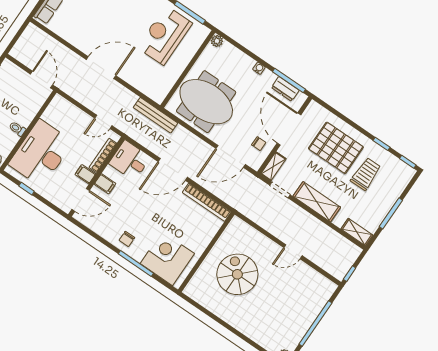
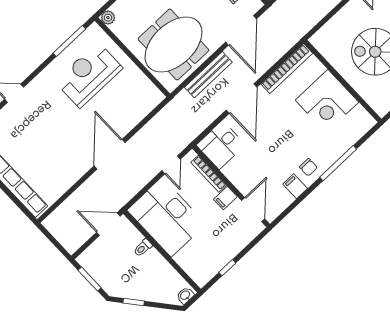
reception desk: (165, 35) -> (89, 75), turned 90
bench: (155, 115) -> (208, 75), moved
toilet: (17, 129) -> (143, 248), moved
desk: (41, 153) -> (167, 217), moved
filing cabinet: (105, 184) -> (295, 186), moved, turned -90
corner desk: (167, 259) -> (327, 101), moved, turned -90

